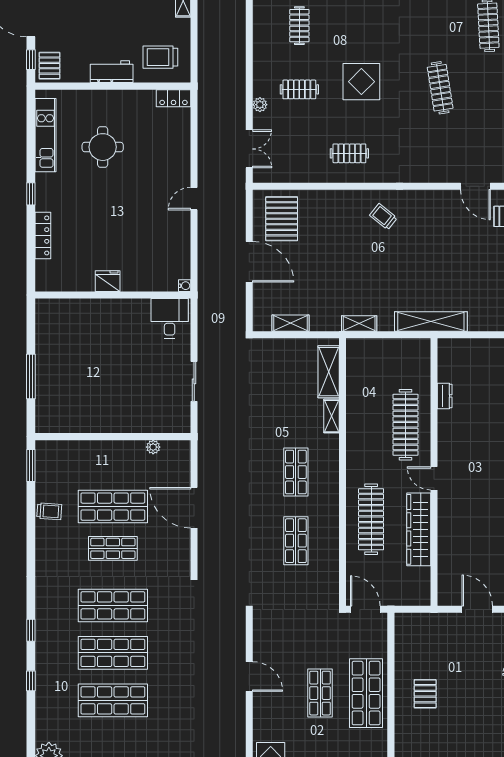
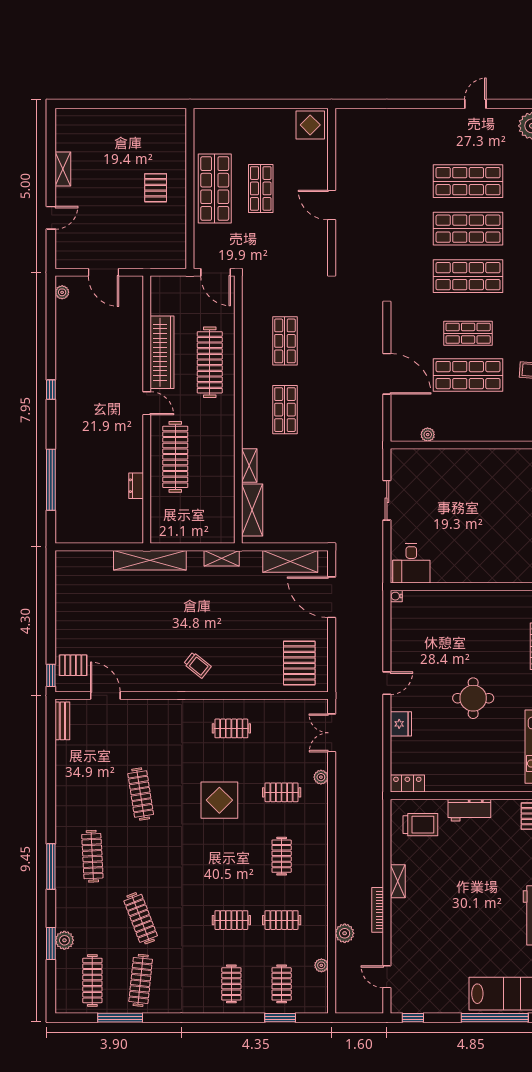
round table: (103, 147) -> (473, 698), moved
door: (249, 262) -> (332, 597), moved
fridge: (108, 281) -> (401, 724), moved, turned -90
shelving: (291, 323) -> (290, 561), width x1.50, depth x1.33

